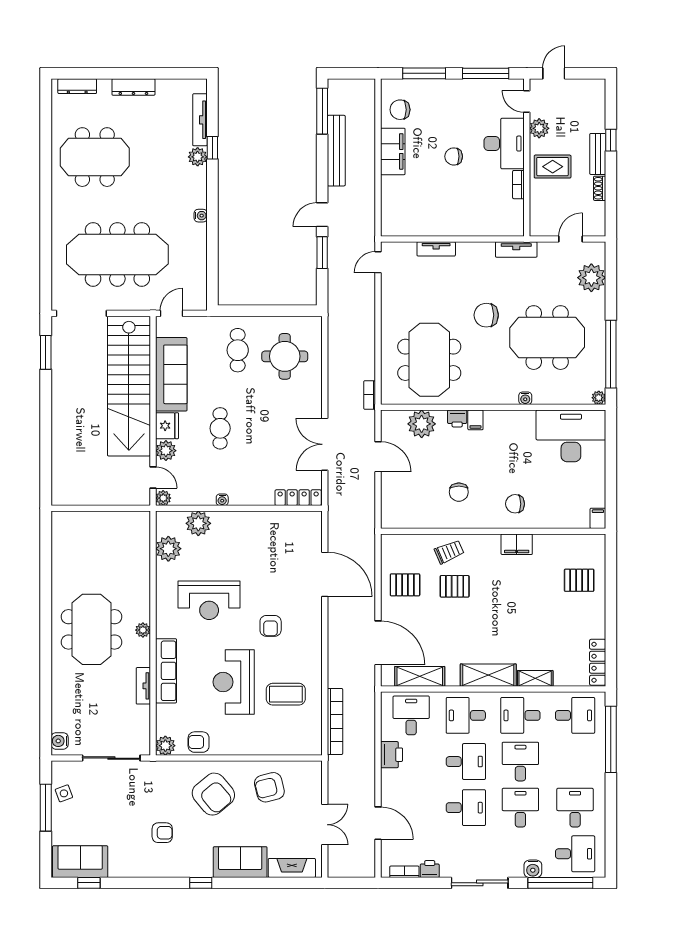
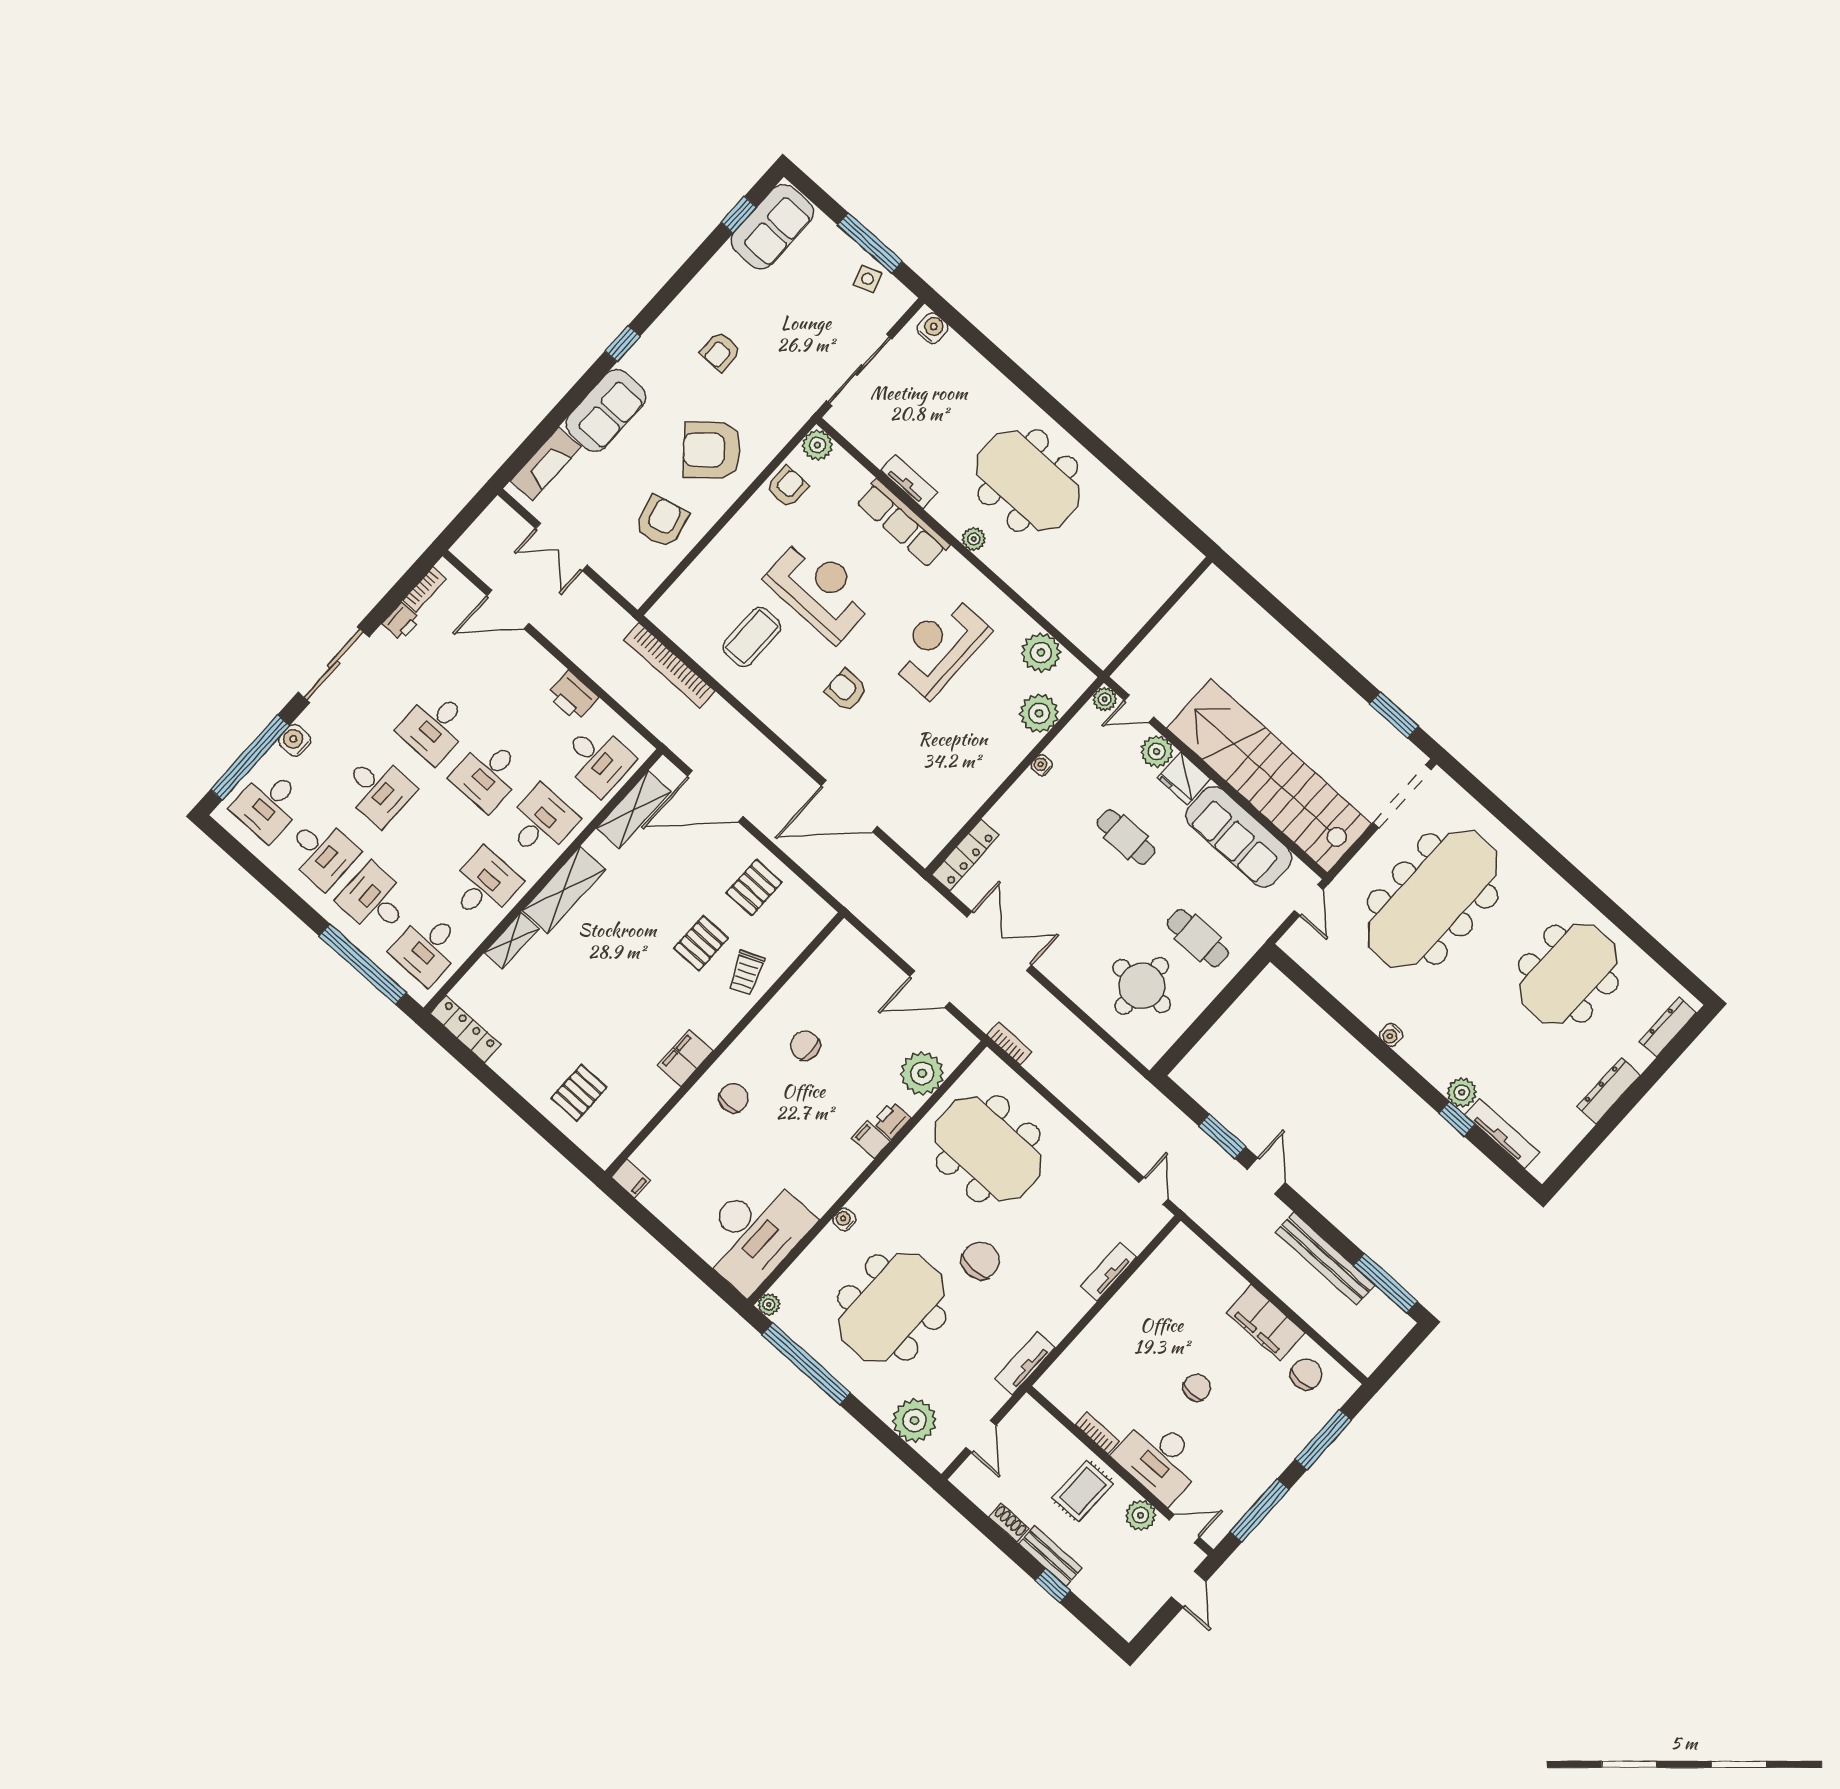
desk: (520, 762) -> (374, 900), moved, turned 180

